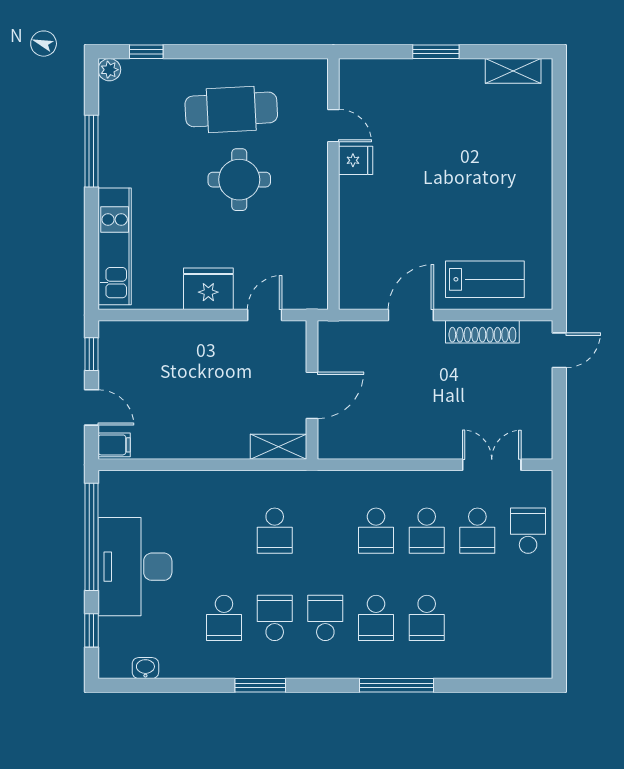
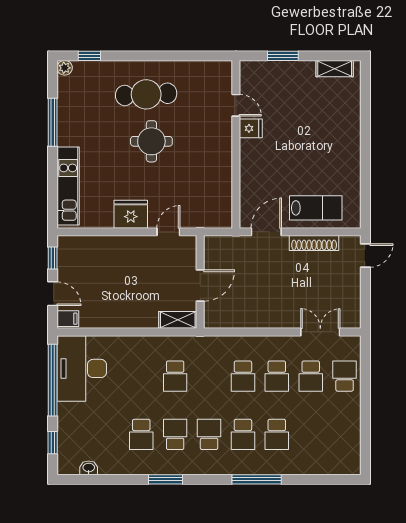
door: (333, 126) -> (236, 105), moved
fridge: (356, 160) -> (251, 128), moved
wall: (333, 184) -> (236, 144), moved
desk: (135, 567) -> (82, 368), moved

